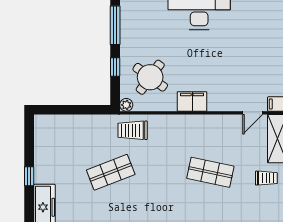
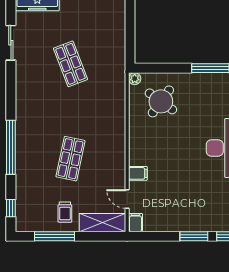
window: (115, 67) -> (171, 68), removed
filing cabinet: (192, 101) -> (138, 173), moved, width x0.50
trolley: (133, 130) -> (110, 85), removed

